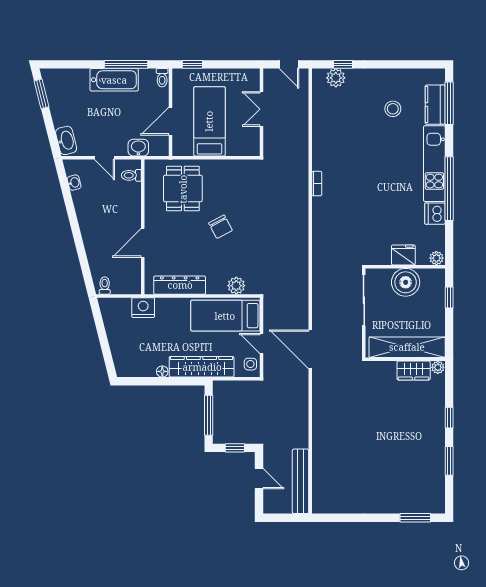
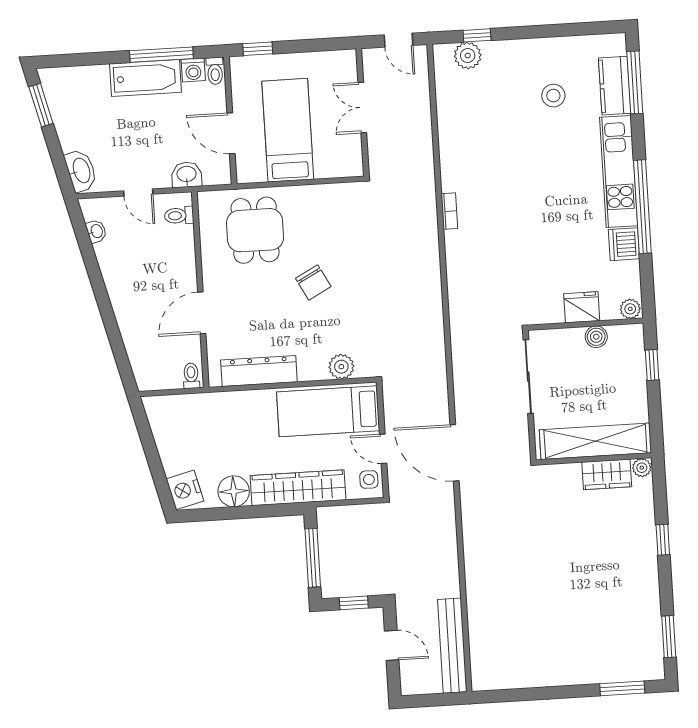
washing machine: (147, 76) -> (193, 70), added
door: (170, 121) -> (231, 133), hinge flipped
boiler: (406, 282) -> (596, 337), width x0.54, depth x0.54
toilet: (105, 286) -> (191, 376), moved
nightstand: (143, 308) -> (185, 490), moved, turned -104
floor lamp: (162, 371) -> (234, 491), width x1.89, depth x1.89
window: (449, 461) -> (669, 637), moved

